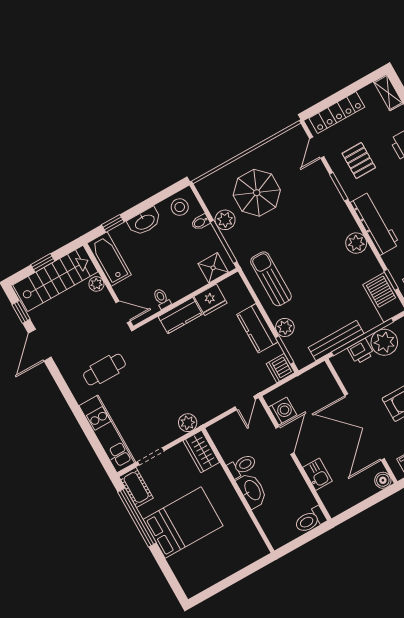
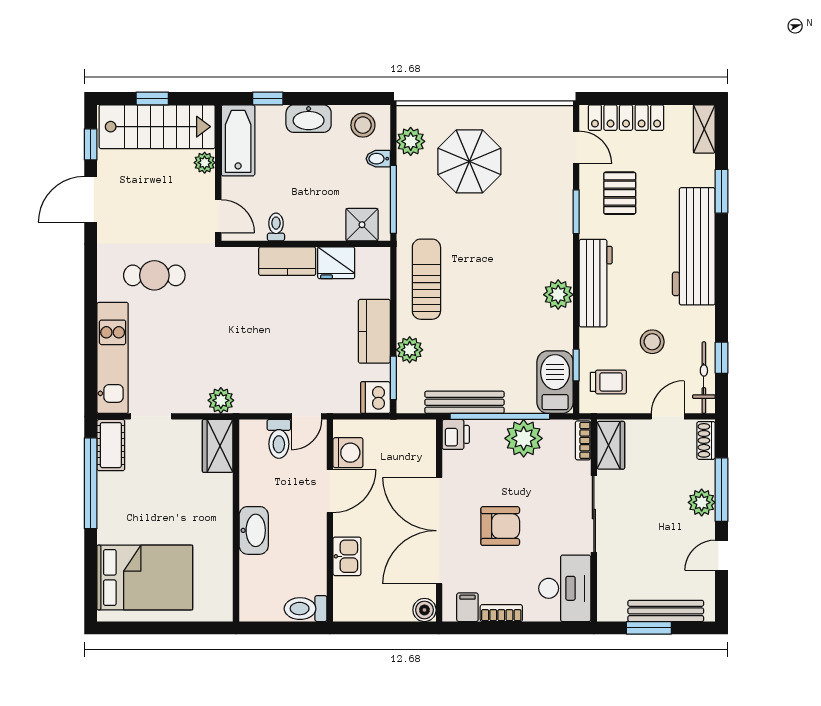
door: (317, 148) -> (576, 147), swing flipped
plant: (225, 220) -> (411, 141), moved
printer: (361, 351) -> (456, 434), moved, turned -90
toilet: (242, 466) -> (279, 439), moved, turned 90
bed: (183, 523) -> (145, 578), moved

